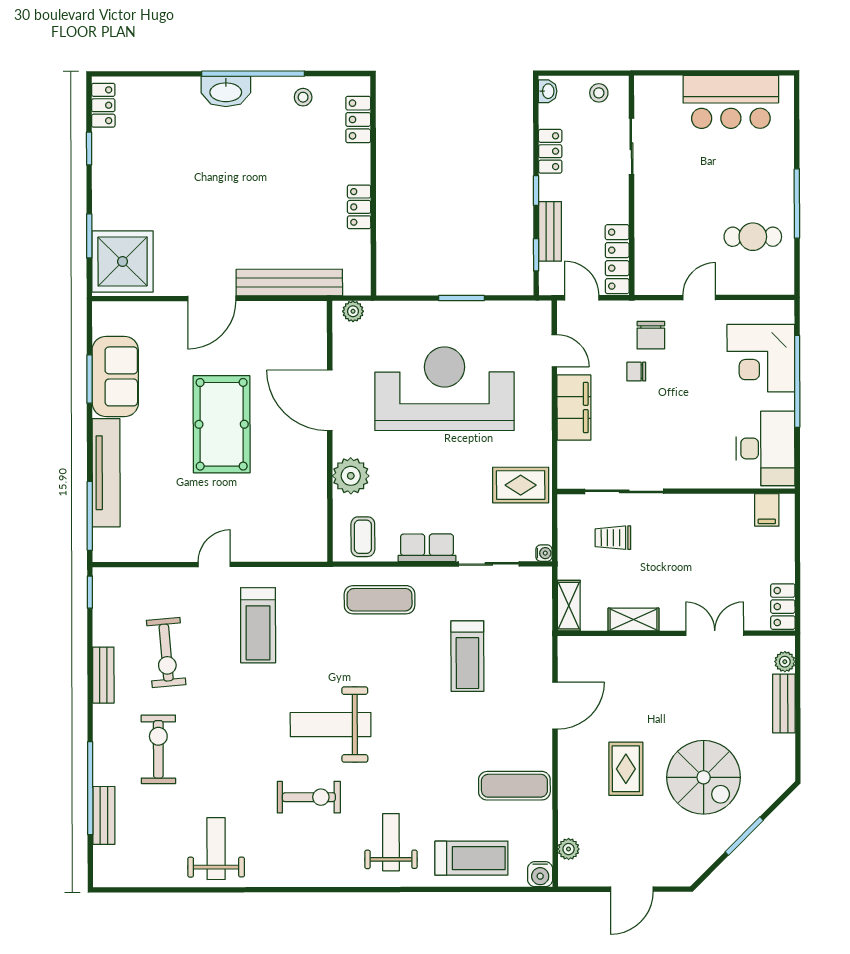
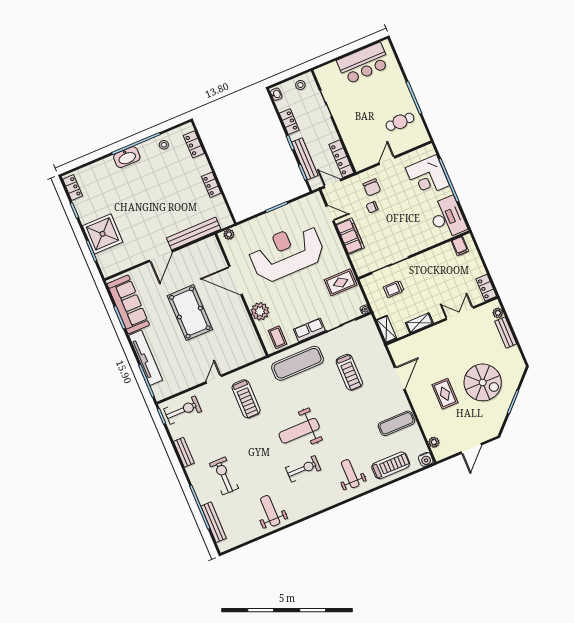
bench: (550, 231) -> (305, 159), width x1.36
shower: (123, 261) -> (103, 234), moved
sofa: (115, 376) -> (128, 304), width x1.36
exercise mat: (380, 600) -> (297, 363), width x1.36, depth x1.45
exercise bike: (166, 653) -> (183, 410), moved, turned -85
bench: (104, 815) -> (214, 522), width x1.36

